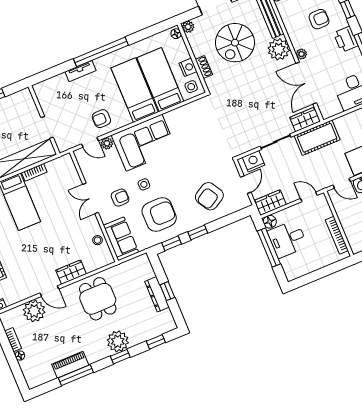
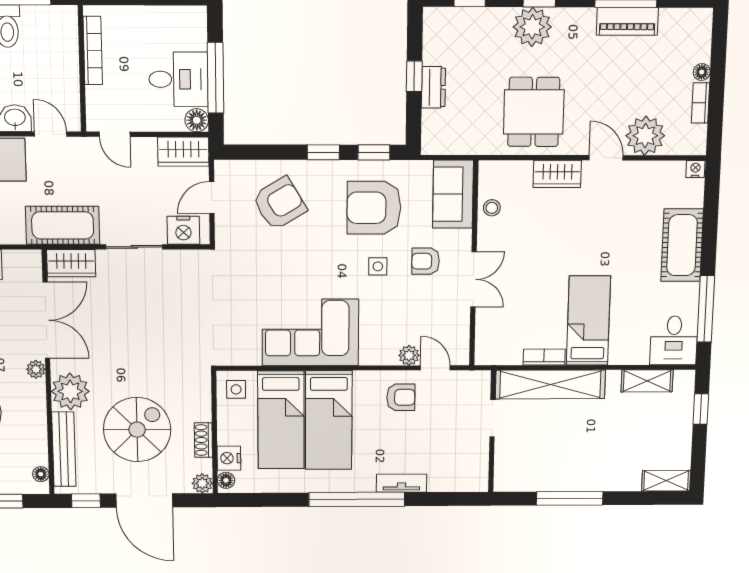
nightstand: (188, 67) -> (229, 458), moved
shoe rack: (204, 67) -> (203, 440), moved
corner sofa: (144, 143) -> (310, 332), moved
dresser: (157, 294) -> (433, 87), width x0.70

